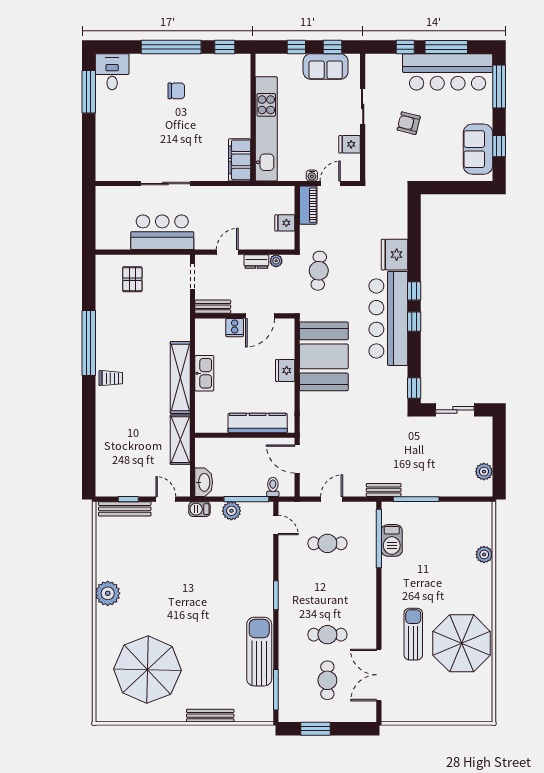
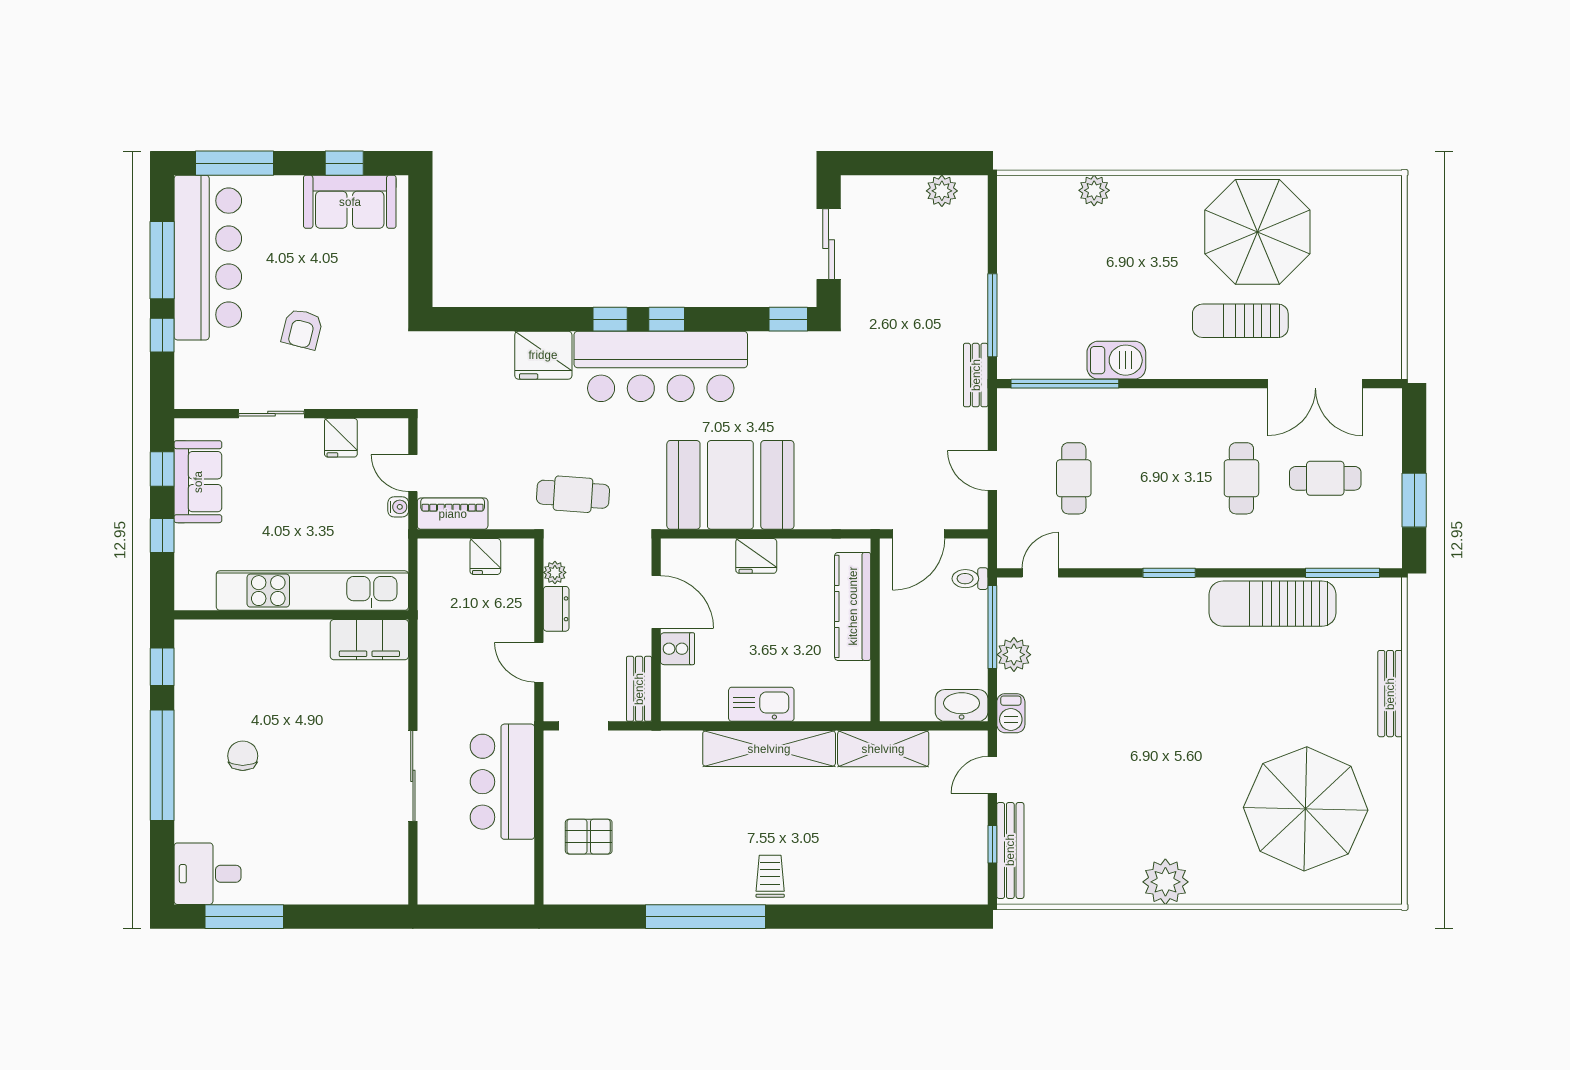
barbecue: (392, 540) -> (1116, 360), moved

